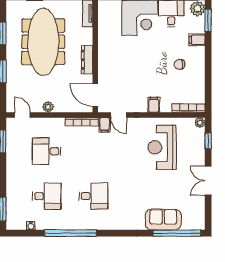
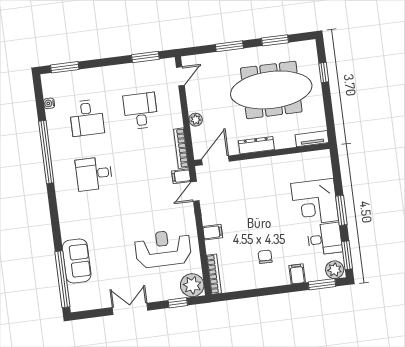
plant: (48, 107) -> (196, 120), moved
plant: (200, 123) -> (192, 285), width x1.88, depth x1.88
desk: (93, 196) -> (94, 174), turned 90

